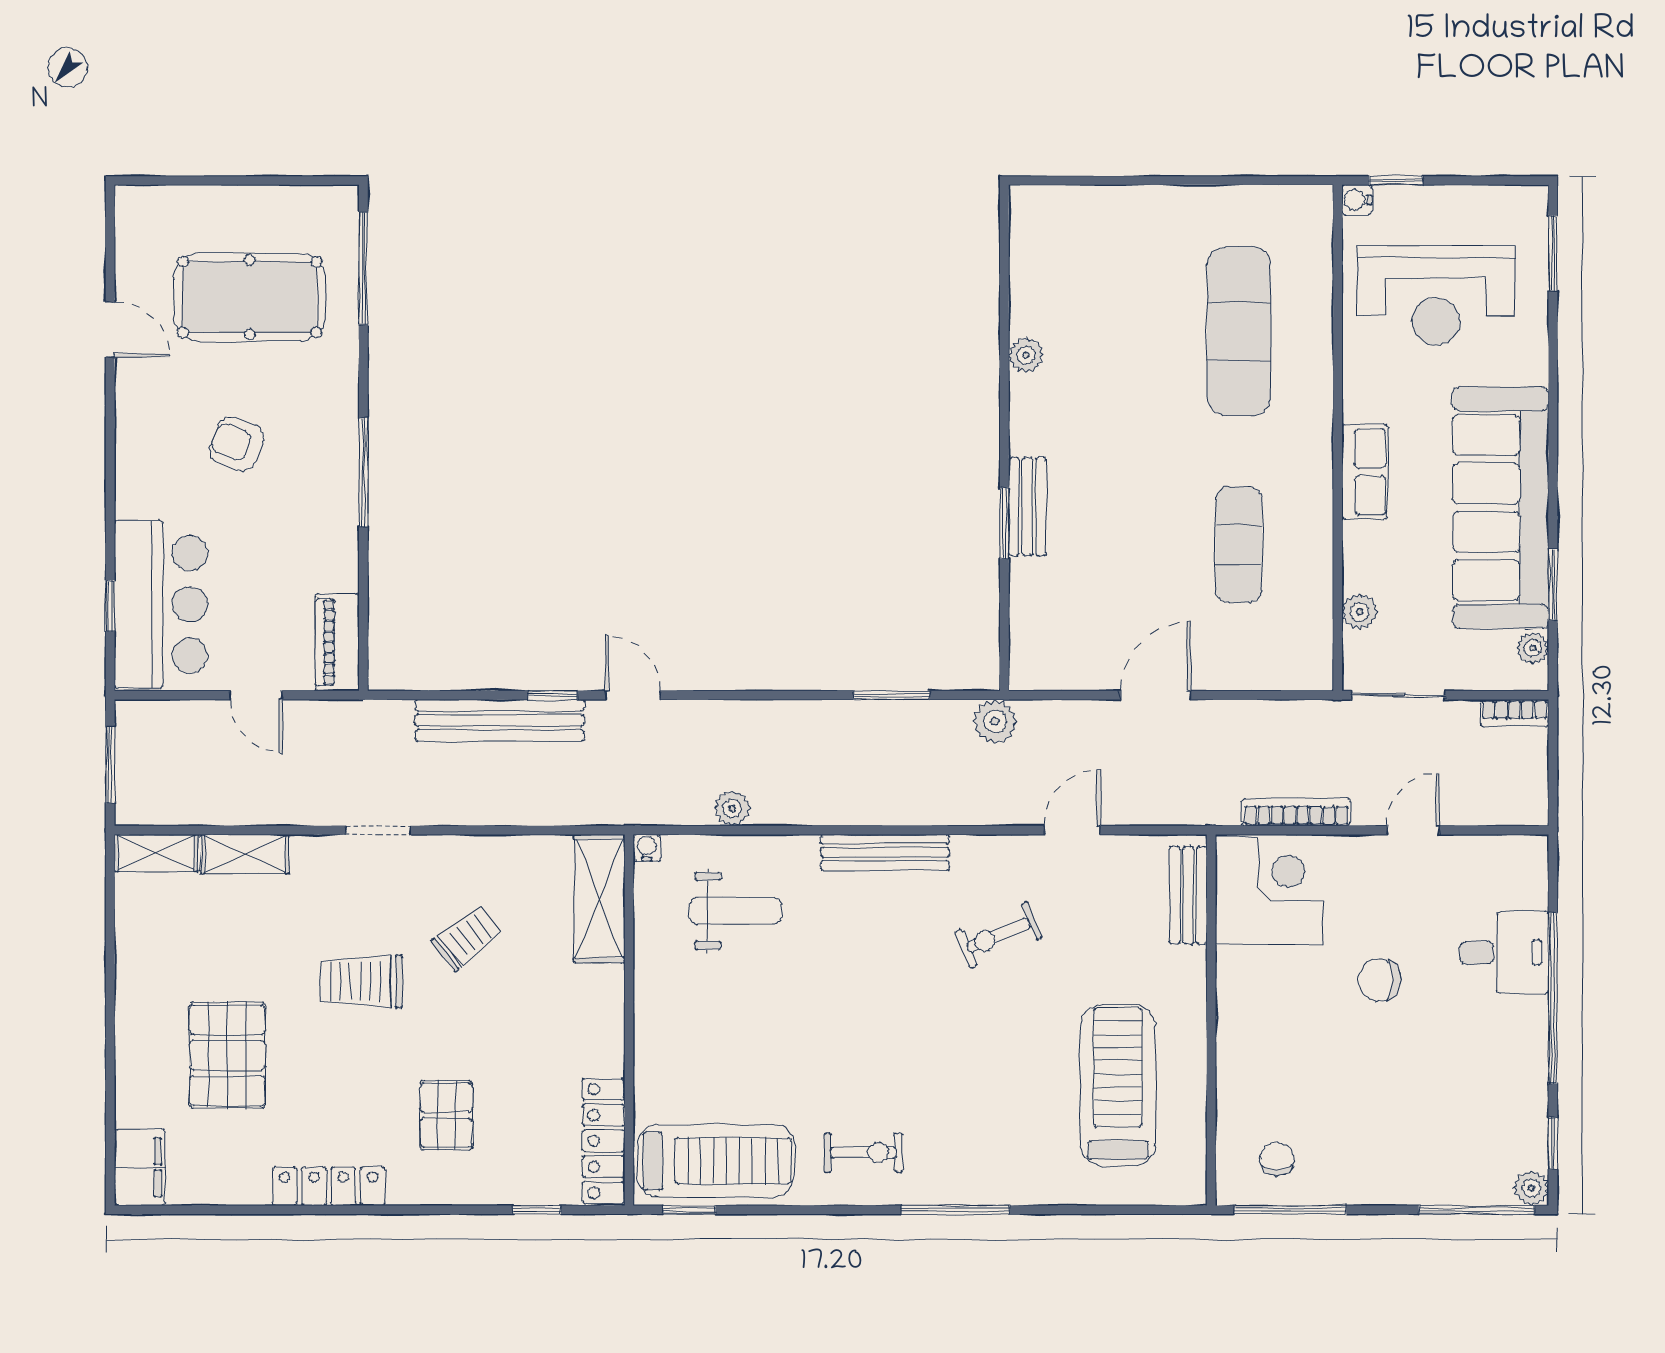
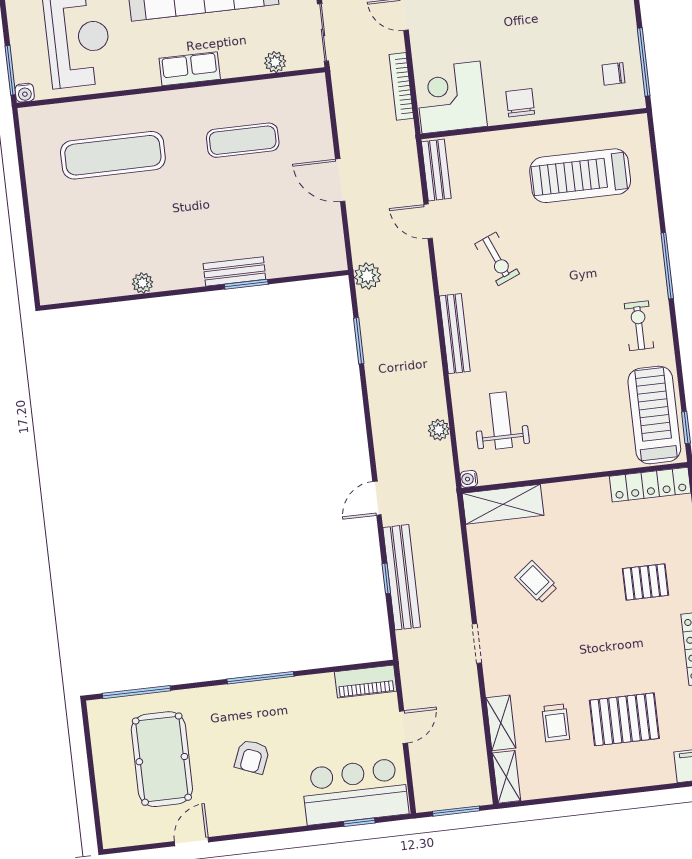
window: (1396, 181) -> (10, 70), width x1.50
window: (553, 695) -> (386, 578), moved
bench: (1188, 895) -> (436, 170), moved, turned 90
chair: (1379, 980) -> (520, 103), moved, turned 180
trolley: (361, 982) -> (556, 723), moved, width x0.73, depth x0.72

